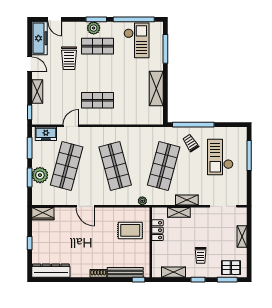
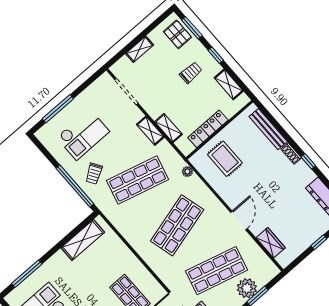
shelving: (156, 89) -> (83, 240), moved
wardrobe: (43, 214) -> (271, 243), moved
locker: (157, 230) -> (208, 129), width x1.53
window: (139, 280) -> (308, 161), moved

